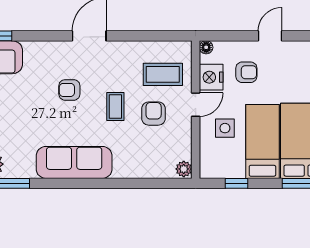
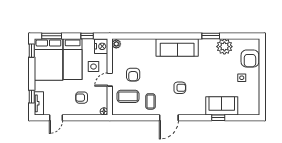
door: (270, 36) -> (56, 118), moved
nightstand: (211, 77) -> (101, 46), moved
coffee table: (115, 107) -> (150, 101), moved

